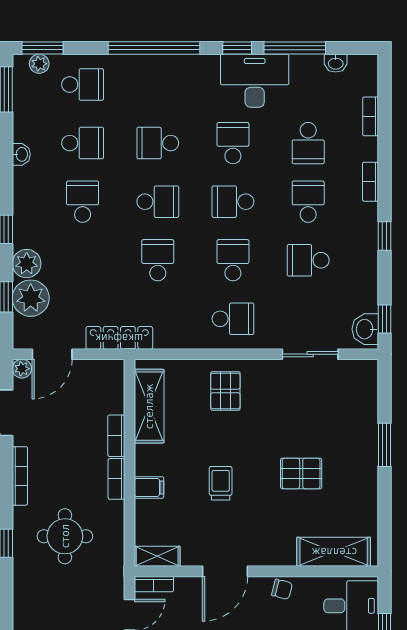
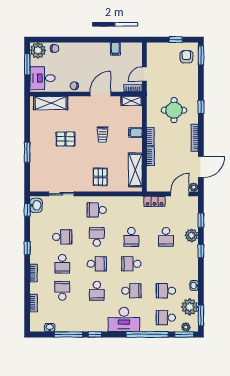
window: (154, 48) -> (147, 334), moved
desk: (255, 81) -> (124, 319), moved
school desk: (83, 202) -> (166, 237), moved
school desk: (233, 260) -> (97, 237), turned 180
plant: (31, 298) -> (190, 307), moved
locker: (119, 338) -> (154, 201), width x0.66

